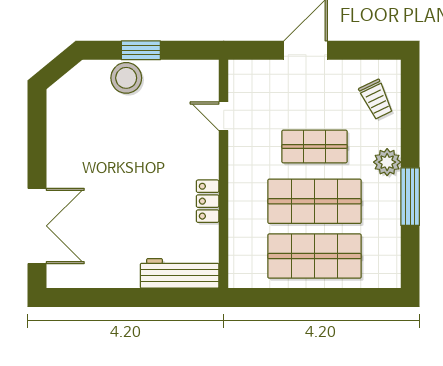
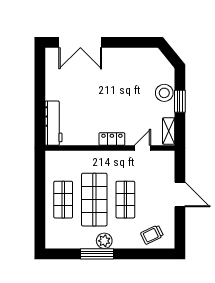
shelving: (193, 70) -> (169, 131), added
plant: (387, 162) -> (104, 241), moved
locker: (208, 201) -> (112, 139), moved
shop shelf: (314, 256) -> (63, 200), width x0.70, depth x0.74

